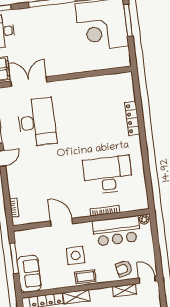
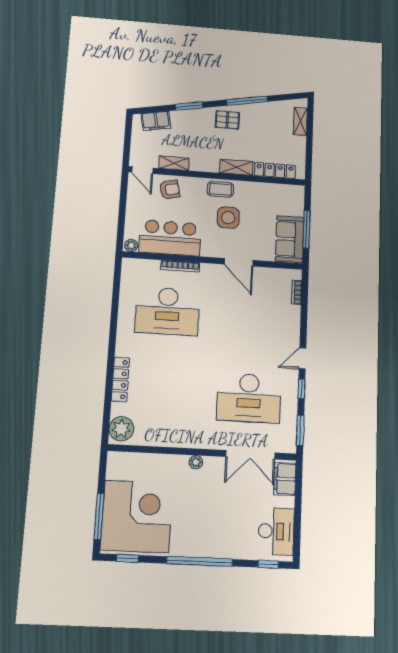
plant: (67, 69) -> (196, 462), added
plant: (125, 84) -> (121, 429), added
desk: (37, 122) -> (249, 398), turned -90
sofa: (29, 274) -> (290, 239), moved

